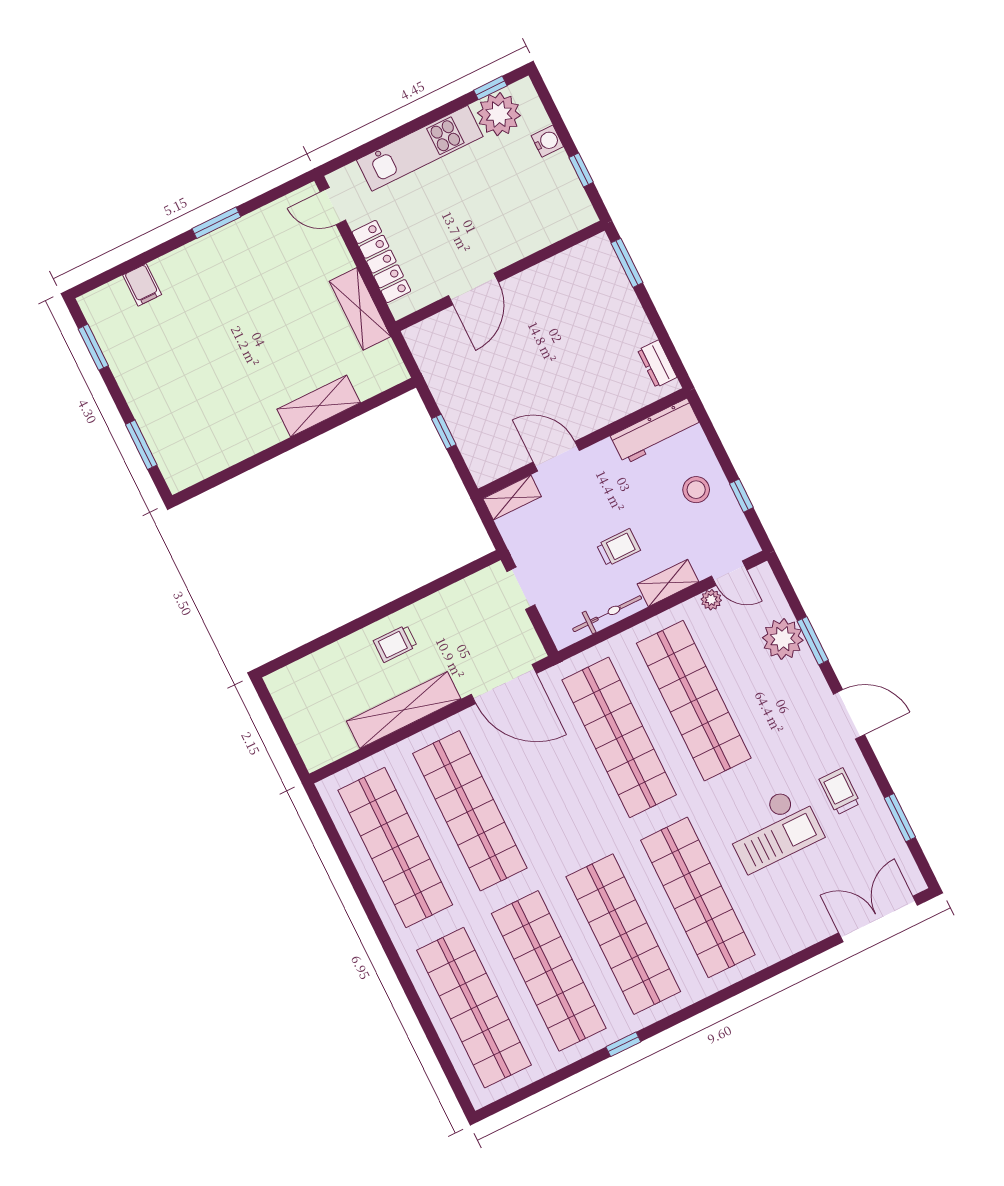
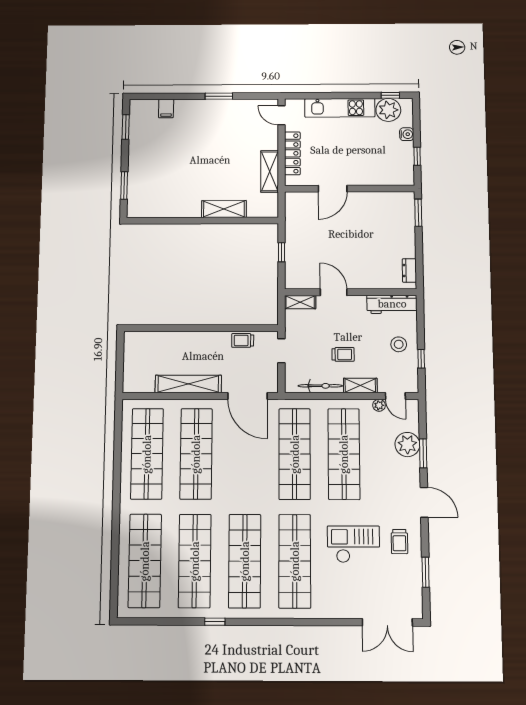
trolley: (395, 644) -> (243, 340), moved
trolley: (840, 791) -> (399, 542), turned 180
checkout: (773, 829) -> (353, 544), turned 180
double door: (878, 919) -> (387, 622), swing flipped

